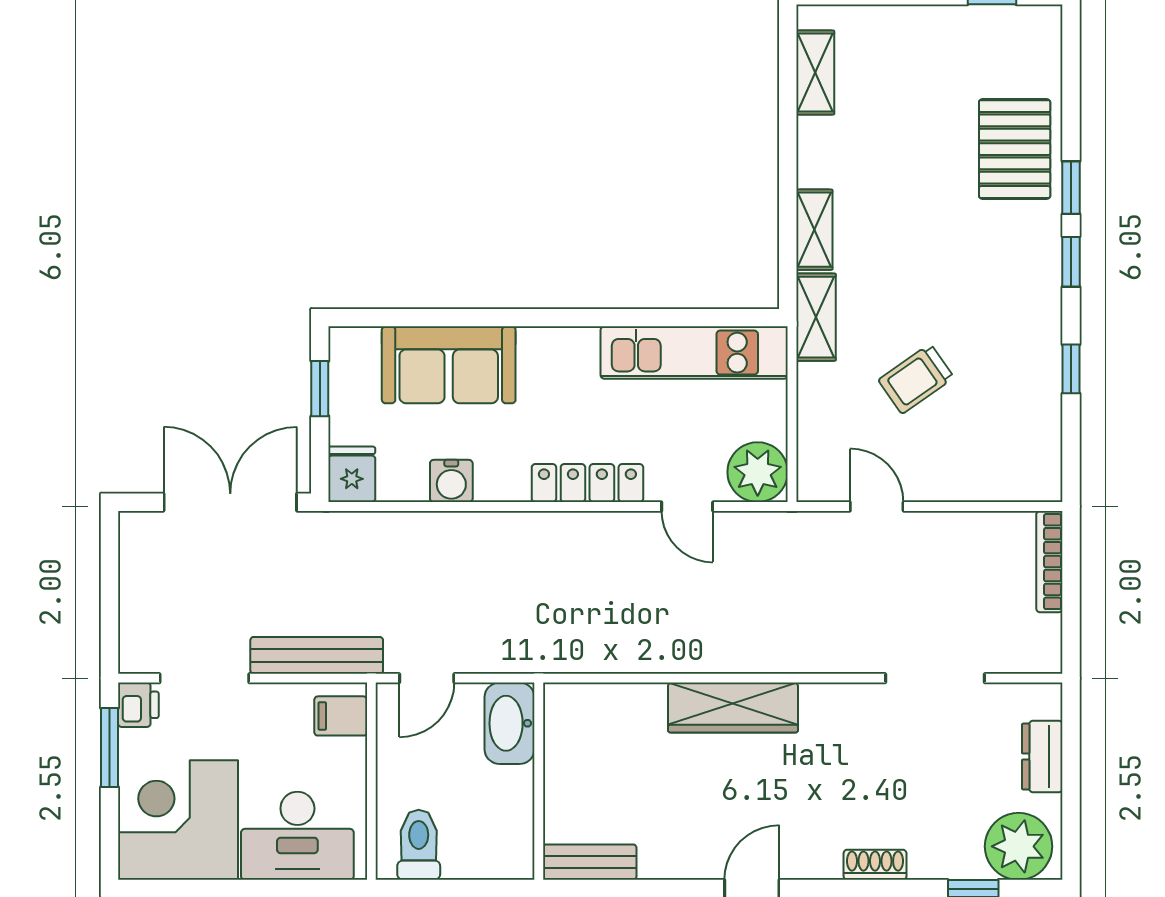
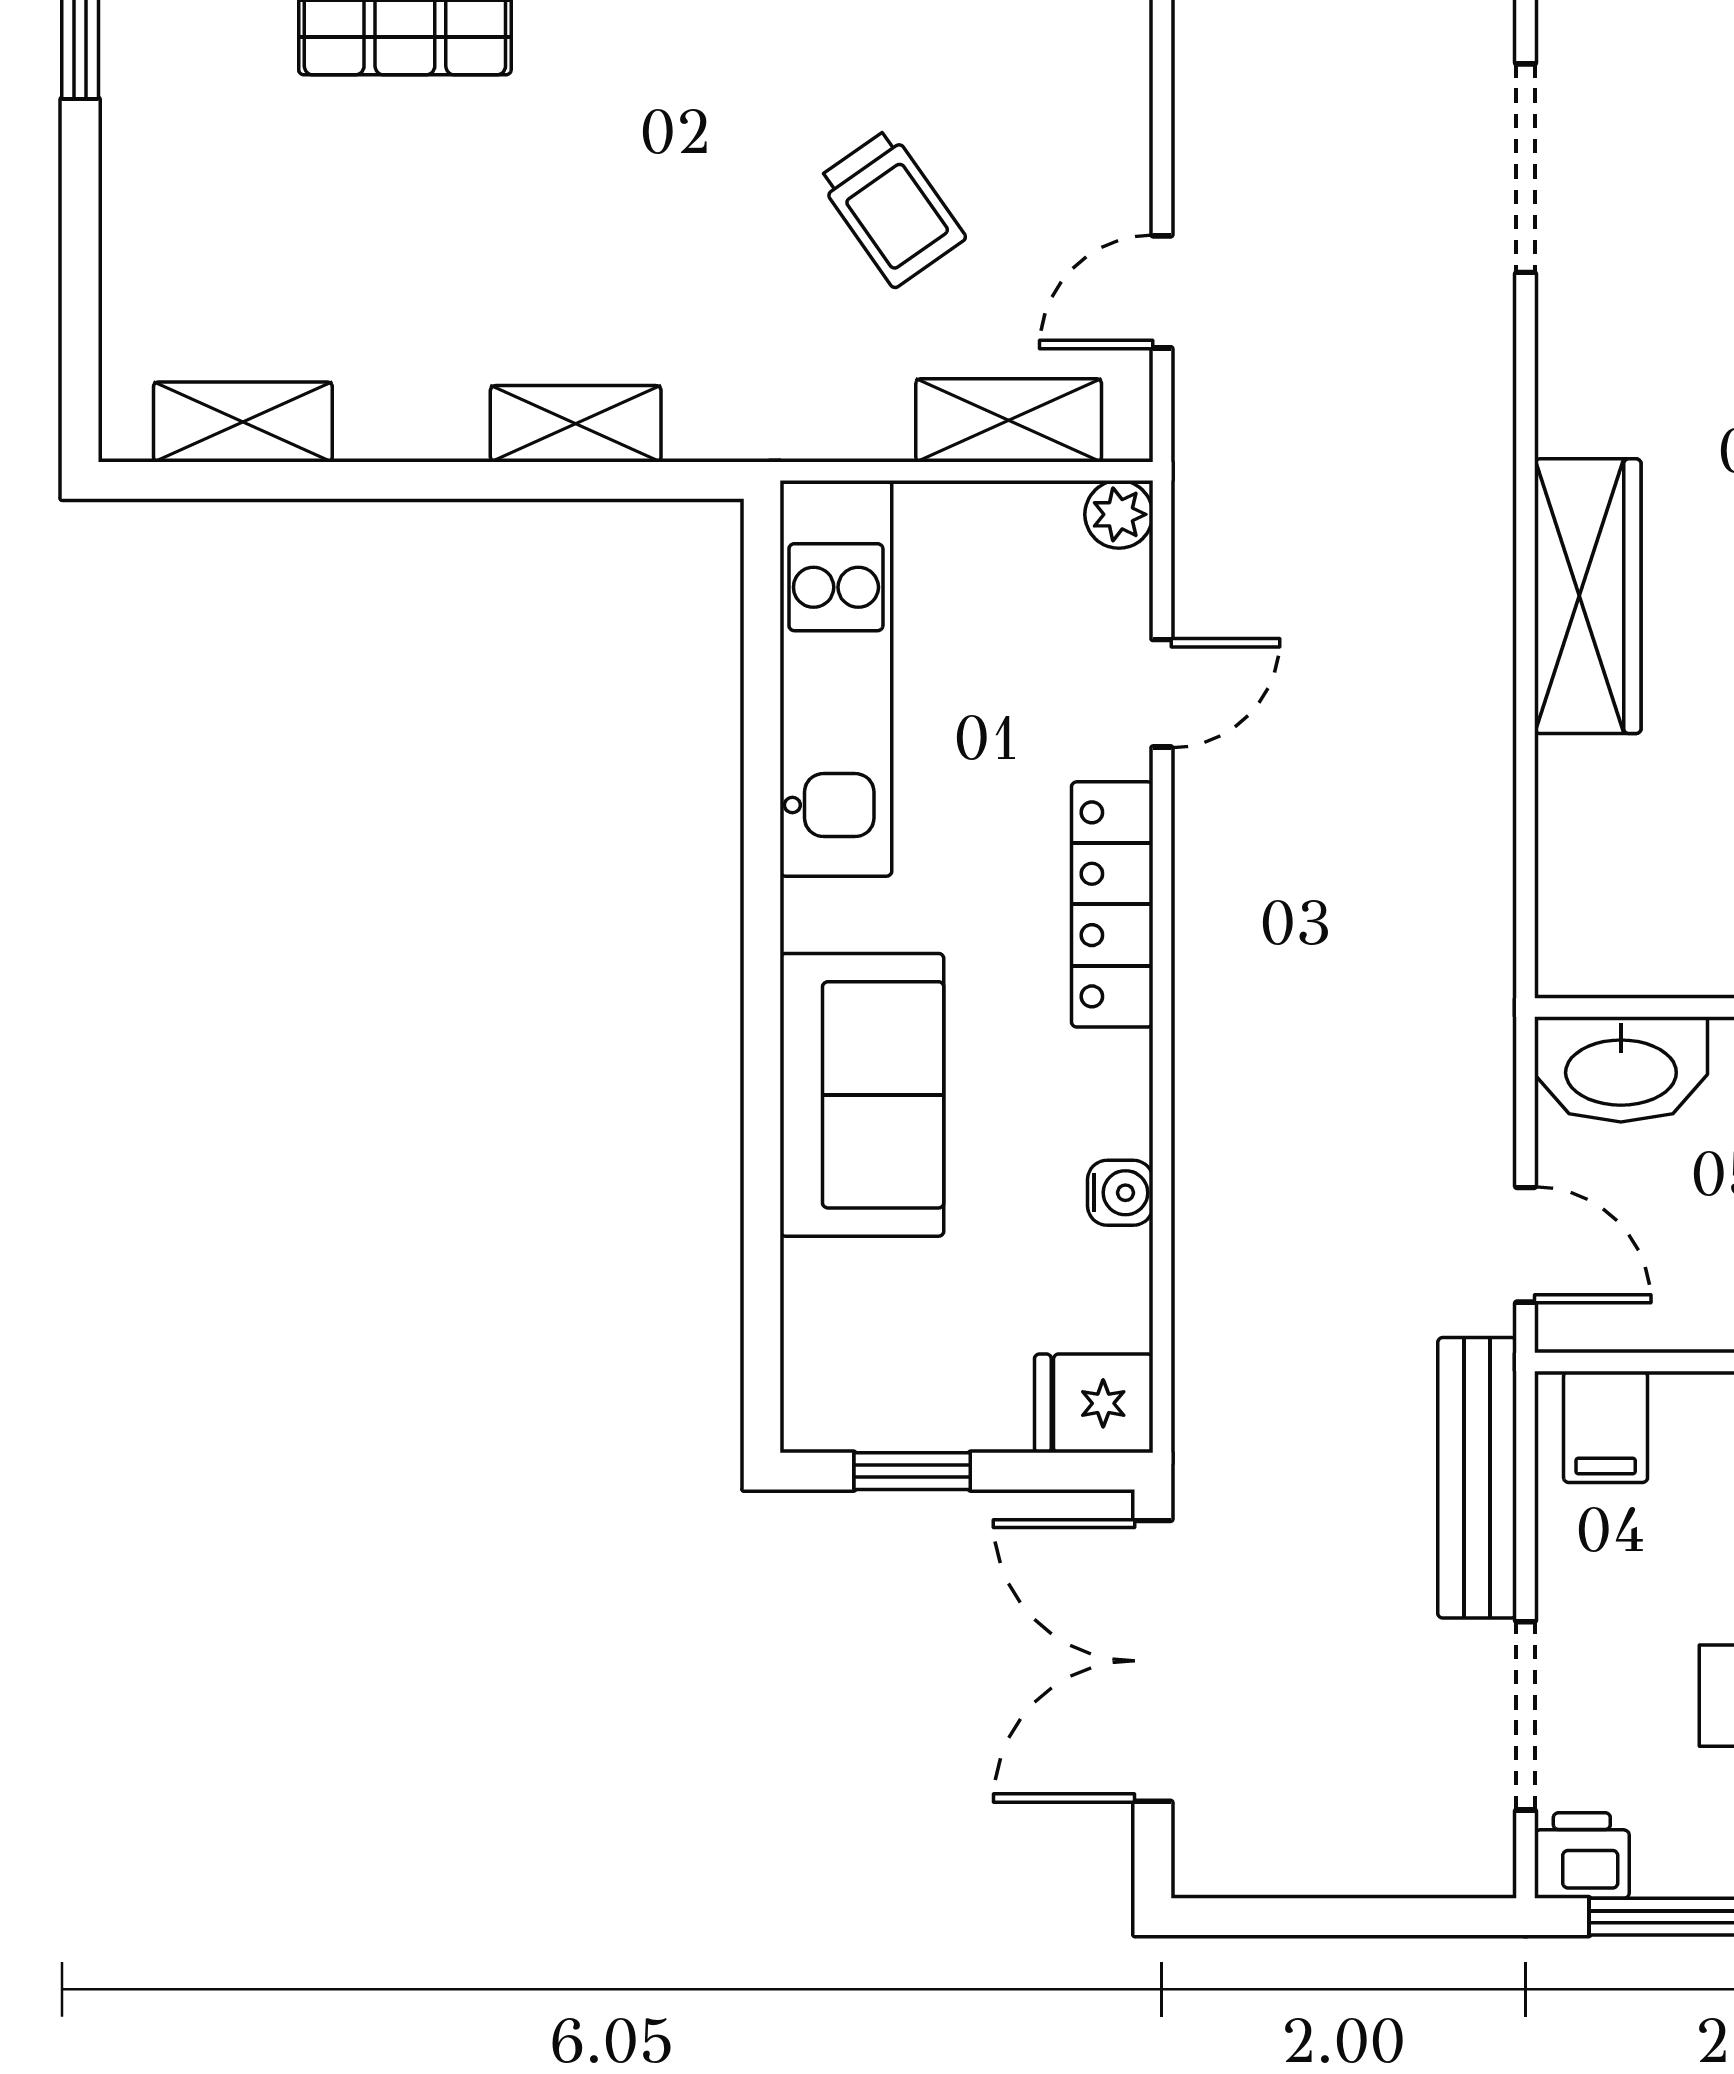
shelving: (816, 317) -> (1009, 420), moved
sofa: (449, 365) -> (862, 1095), moved
plant: (758, 472) -> (1119, 514), width x0.53, depth x0.53
water cooler: (451, 481) -> (1120, 1193), width x0.72, depth x0.72

